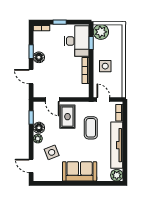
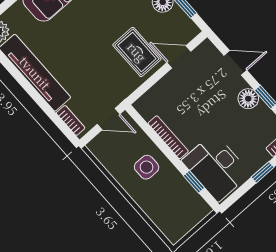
plant: (101, 32) -> (194, 209), removed
coffee table: (91, 128) -> (91, 65), removed

